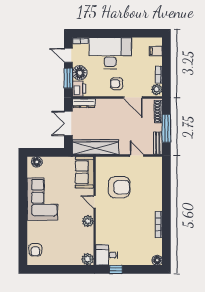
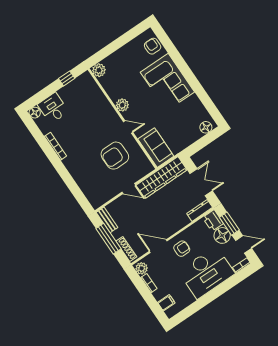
door: (137, 156) -> (129, 189), moved
corner sofa: (42, 199) -> (167, 82), moved
desk: (107, 255) -> (53, 108), moved, turned -90

